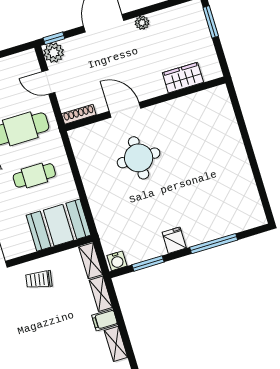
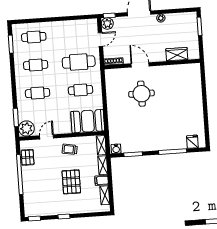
door: (48, 82) -> (100, 39), swing flipped
fridge: (174, 240) -> (192, 142), moved
pallet: (54, 334) -> (71, 182), added

